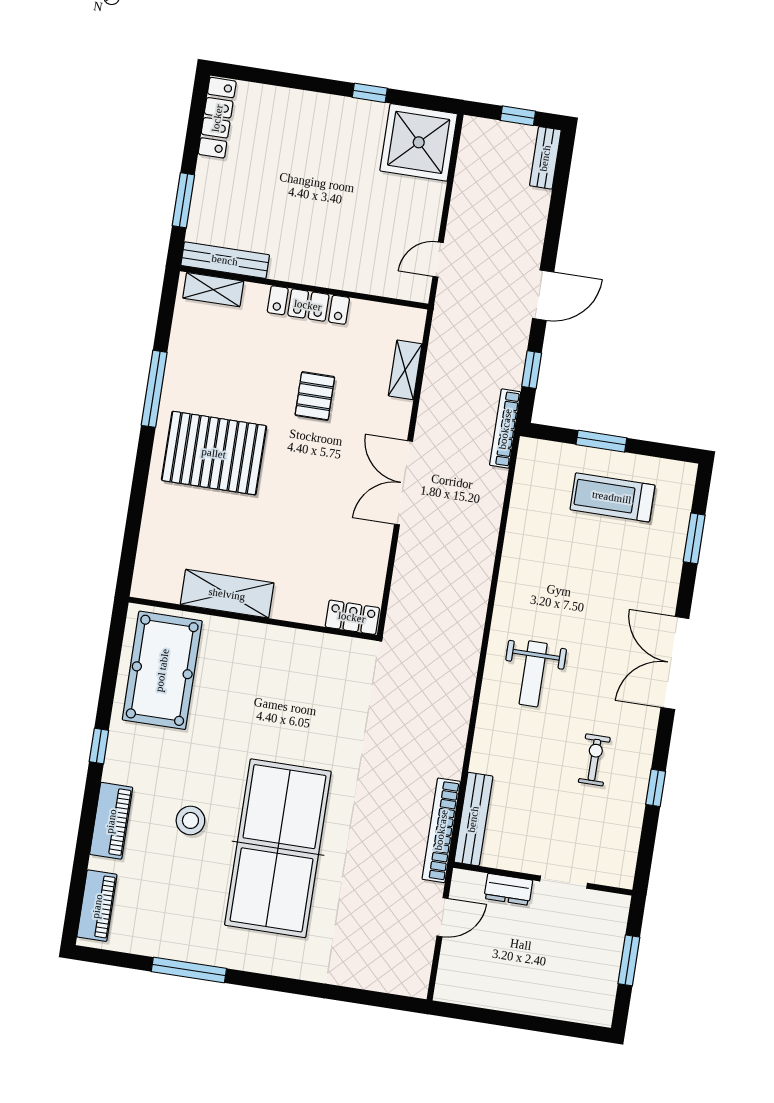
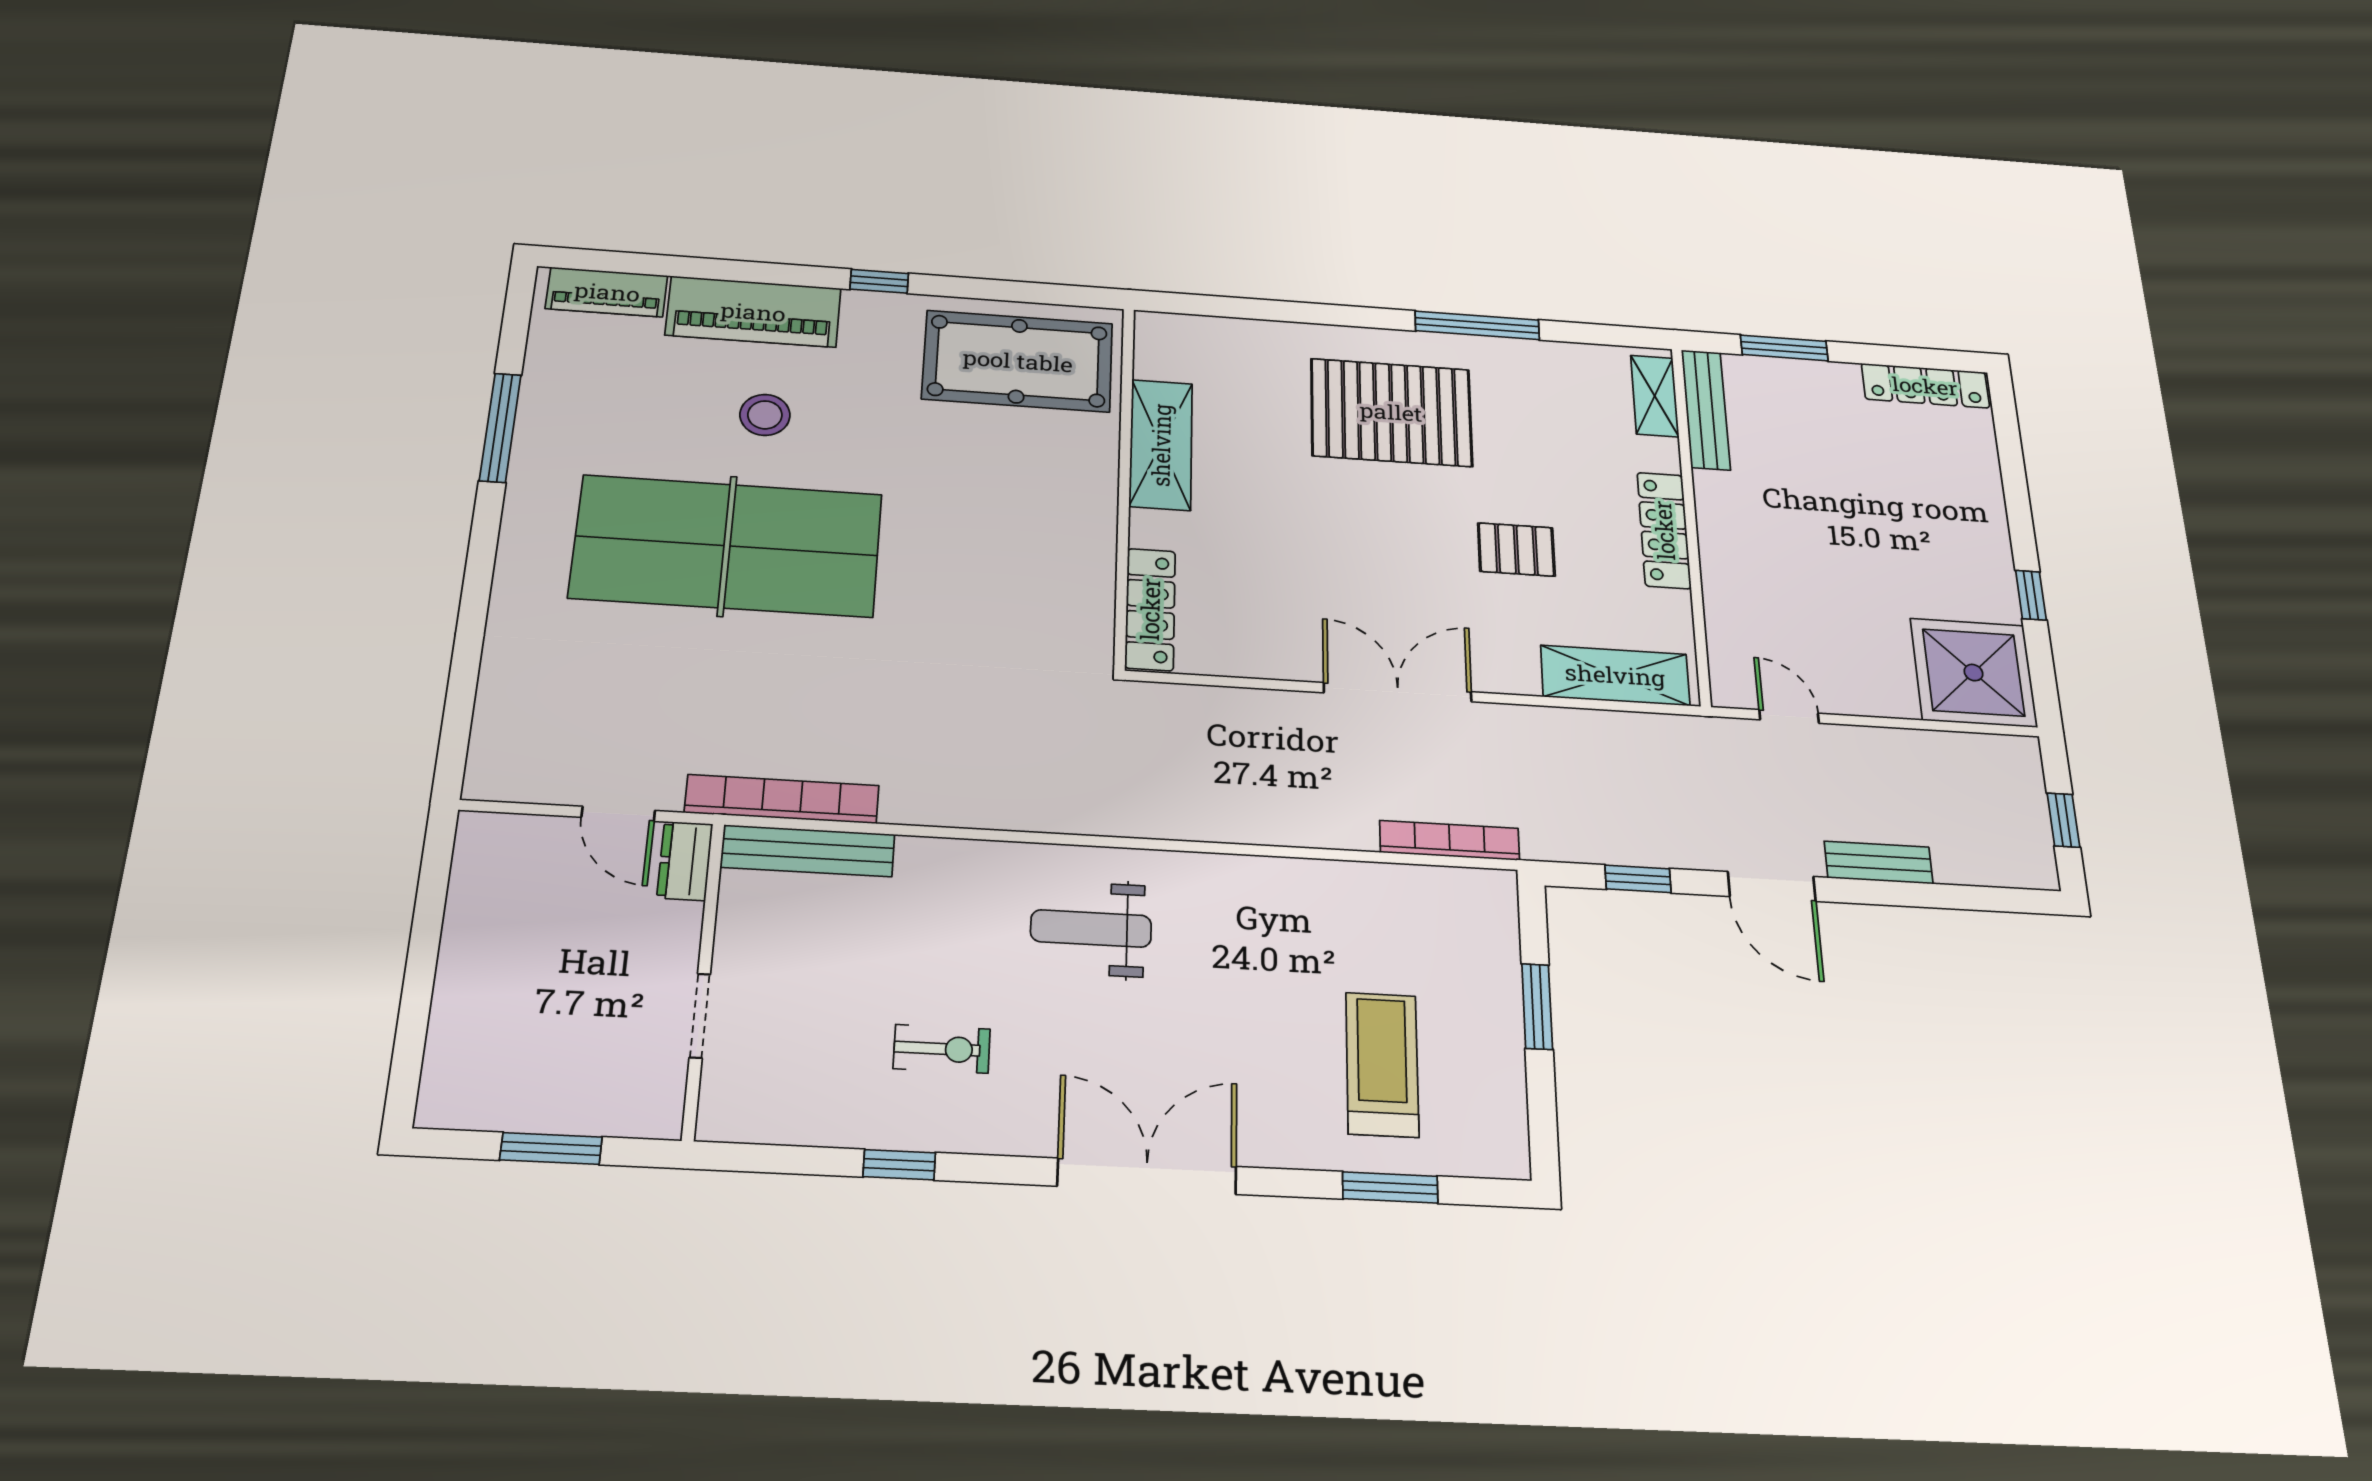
bench: (545, 158) -> (1879, 862), moved
shelving: (405, 370) -> (1615, 675), width x1.50, depth x1.33
bookcase: (505, 429) -> (1450, 840), moved
pallet: (214, 453) -> (1391, 412), turned 90
treadmill: (612, 497) -> (1382, 1064), moved
locker: (352, 617) -> (1150, 609), width x1.53
piano: (111, 821) -> (753, 312), width x1.37, depth x1.33
dresser: (508, 889) -> (685, 861), moved

